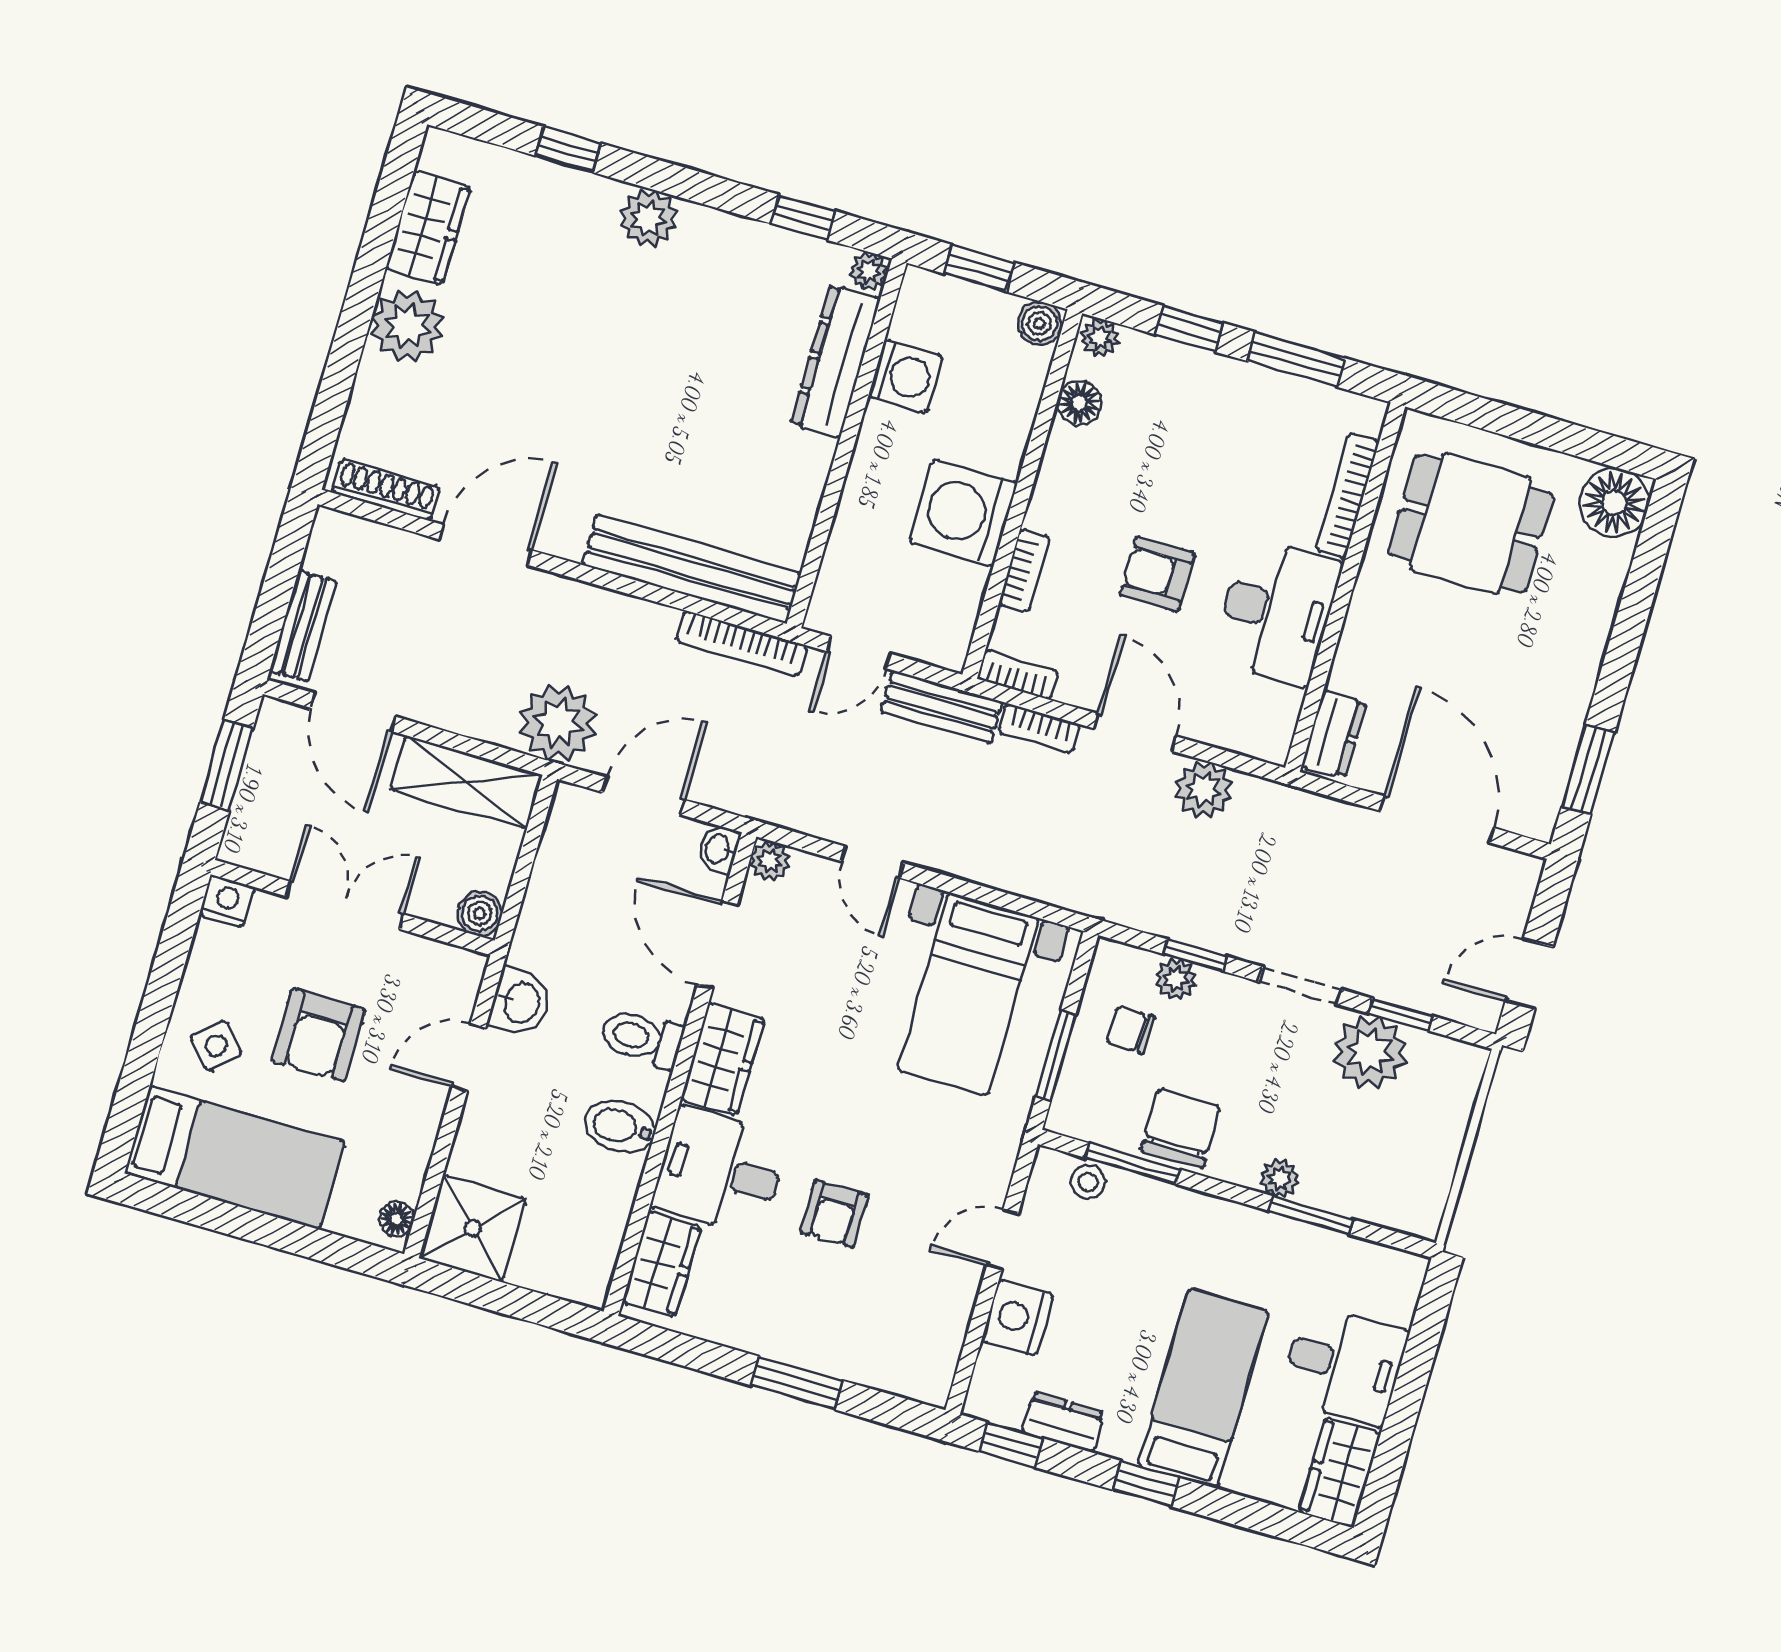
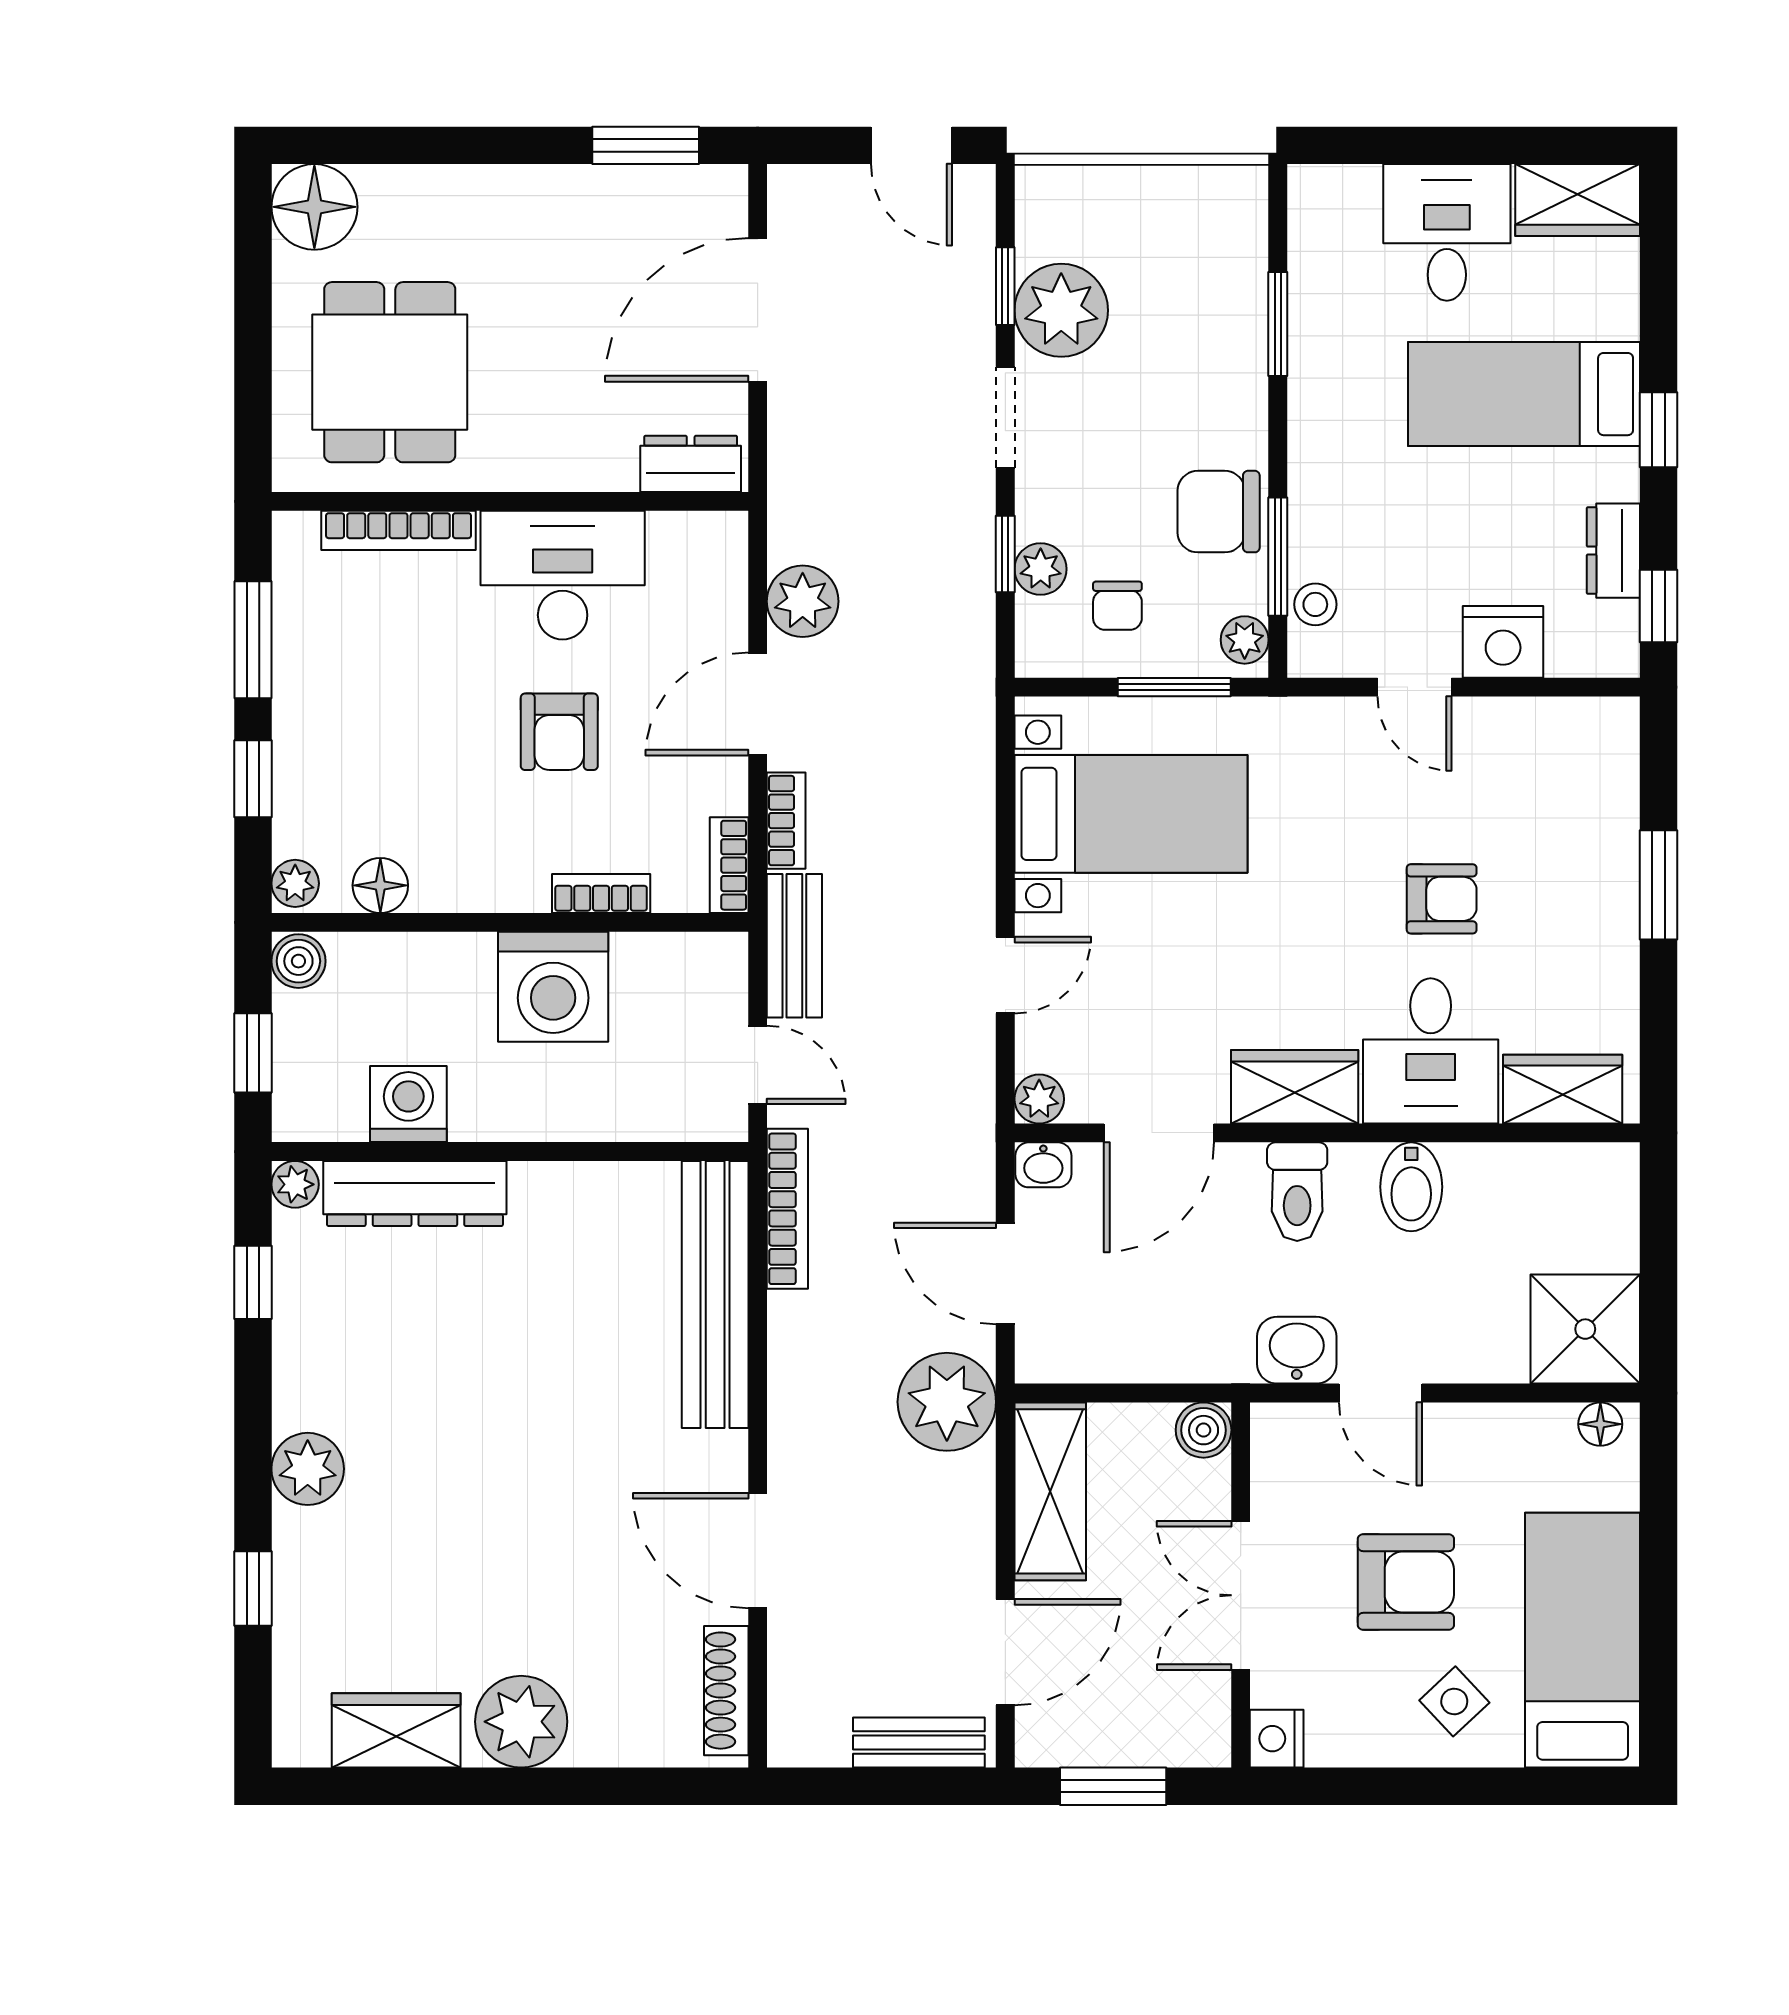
plant: (1280, 1178) -> (1245, 640), moved

